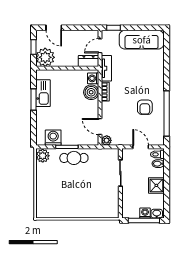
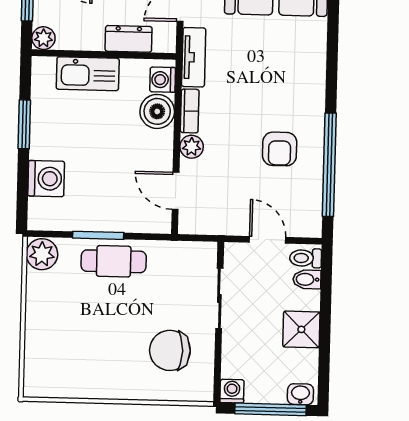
plant: (45, 57) -> (43, 38), width x0.53, depth x0.53
dresser: (89, 61) -> (129, 39), moved
kitchen sink: (43, 93) -> (88, 74), moved, turned 90
washing machine: (53, 138) -> (46, 179), moved, turned 90
plant: (107, 140) -> (192, 147), moved
chair: (99, 196) -> (170, 350), added
washing machine: (145, 213) -> (232, 391), moved

